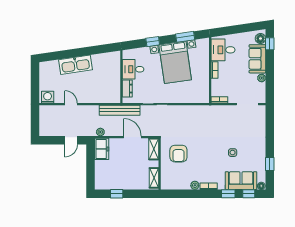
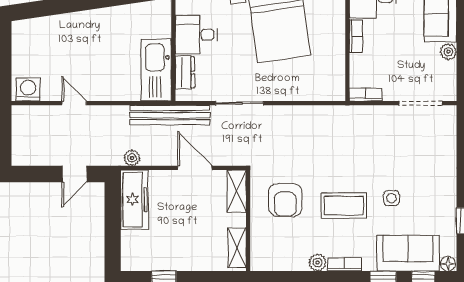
kitchen sink: (75, 65) -> (156, 70), moved, turned 98
freezer: (102, 149) -> (135, 200), width x1.40
coffee table: (208, 156) -> (344, 206), added

